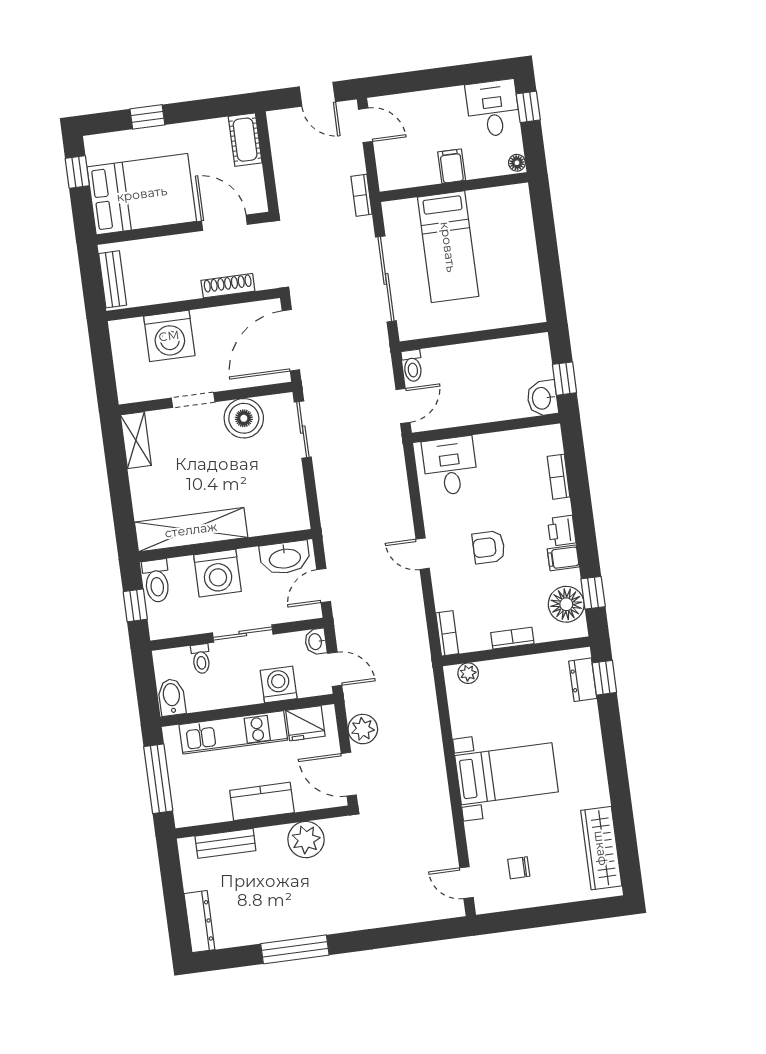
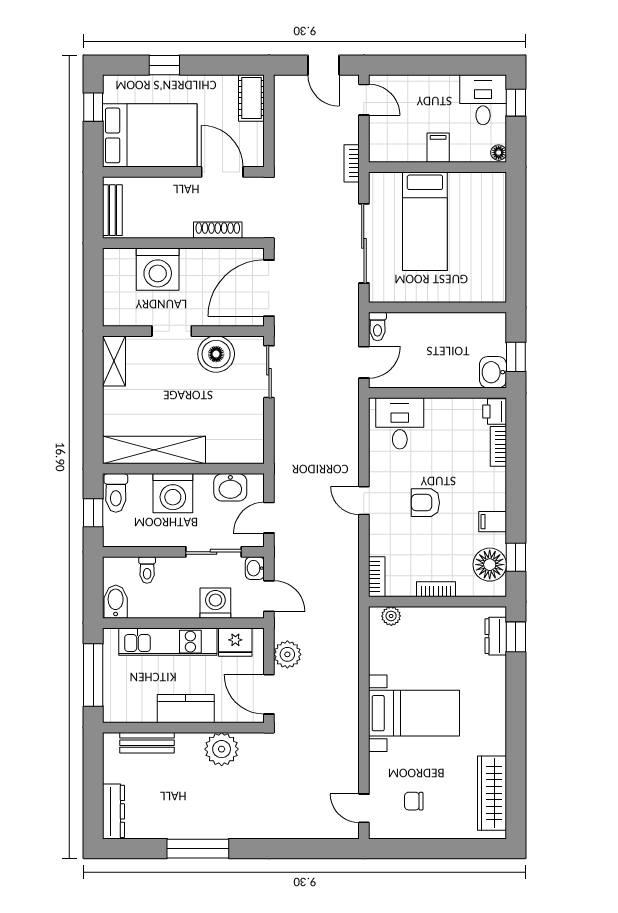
printer: (562, 531) -> (495, 412), moved
washbasin: (285, 558) -> (230, 487), width x0.72
sliding door: (243, 634) -> (214, 552), moved

